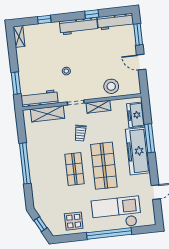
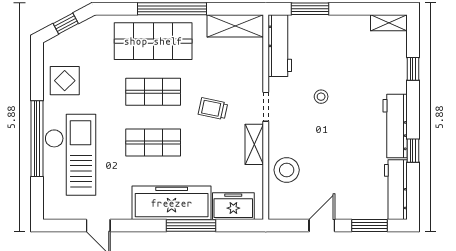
shelving: (47, 114) -> (235, 26), moved, turned 90
shop shelf: (104, 166) -> (153, 142), width x0.70, depth x0.74
shop shelf: (45, 172) -> (153, 41), added

